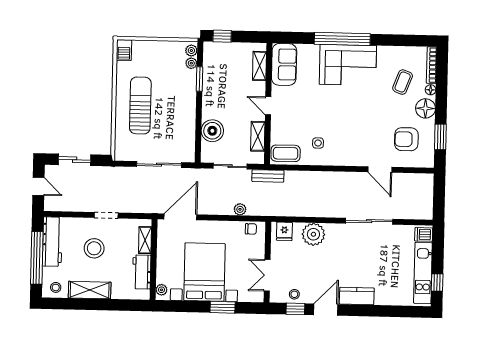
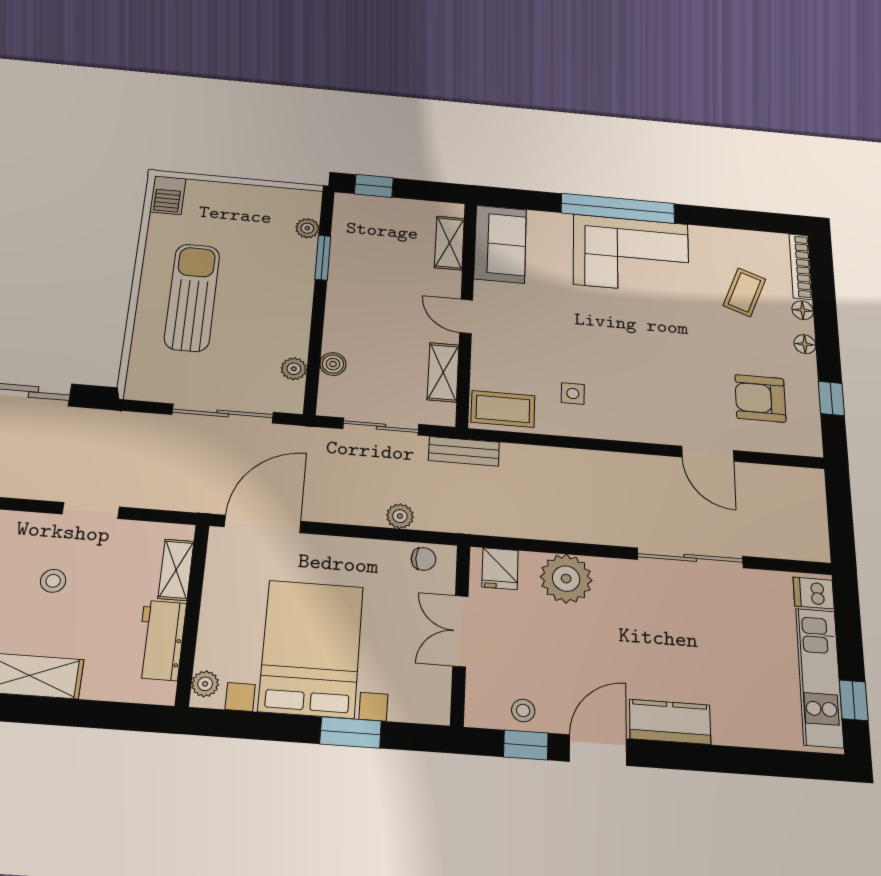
plant: (191, 51) -> (294, 369), moved
floor lamp: (425, 108) -> (805, 344), width x0.53, depth x0.53
boiler: (212, 131) -> (333, 364), width x0.54, depth x0.54
window: (440, 137) -> (831, 398), width x0.67
stool: (94, 248) -> (53, 581), width x0.53, depth x0.53
double door: (267, 275) -> (460, 631), moved

